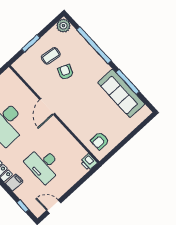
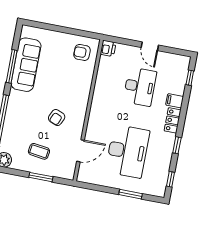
armchair: (66, 72) -> (57, 117), moved
door: (47, 107) -> (80, 151), moved
armchair: (100, 141) -> (82, 52), turned 180
door: (54, 207) -> (150, 46), moved

